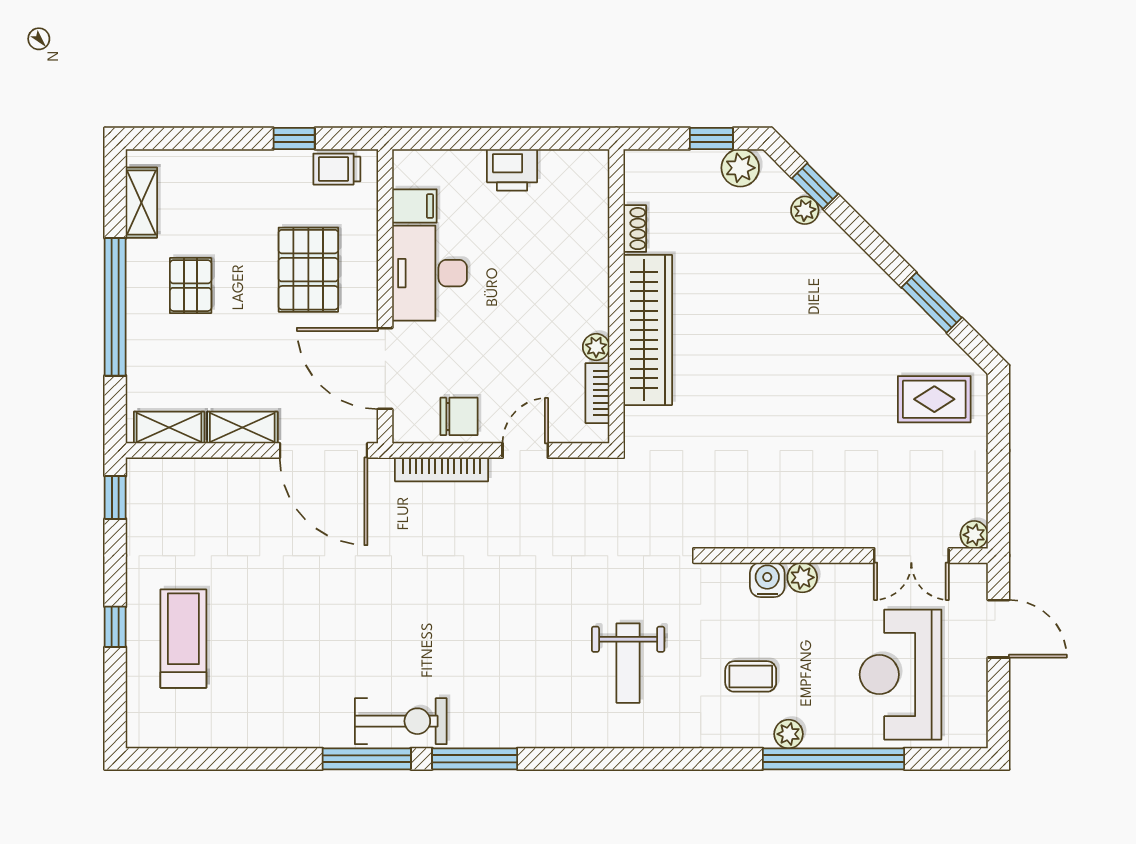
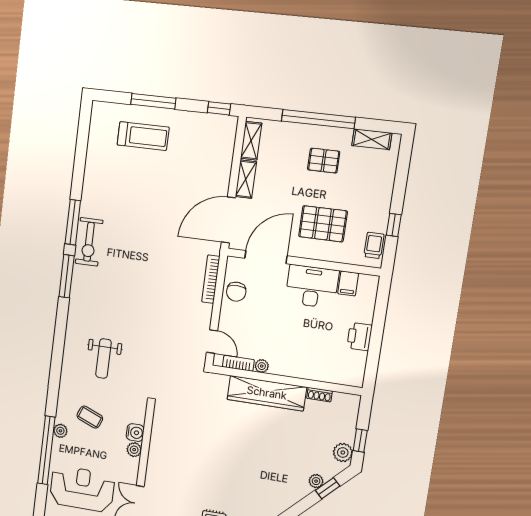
door: (525, 450) -> (212, 341), moved
window: (115, 627) -> (153, 101), width x2.17
weight bench: (628, 663) -> (103, 358), turned -90
coffee table: (751, 676) -> (90, 417), turned -68

